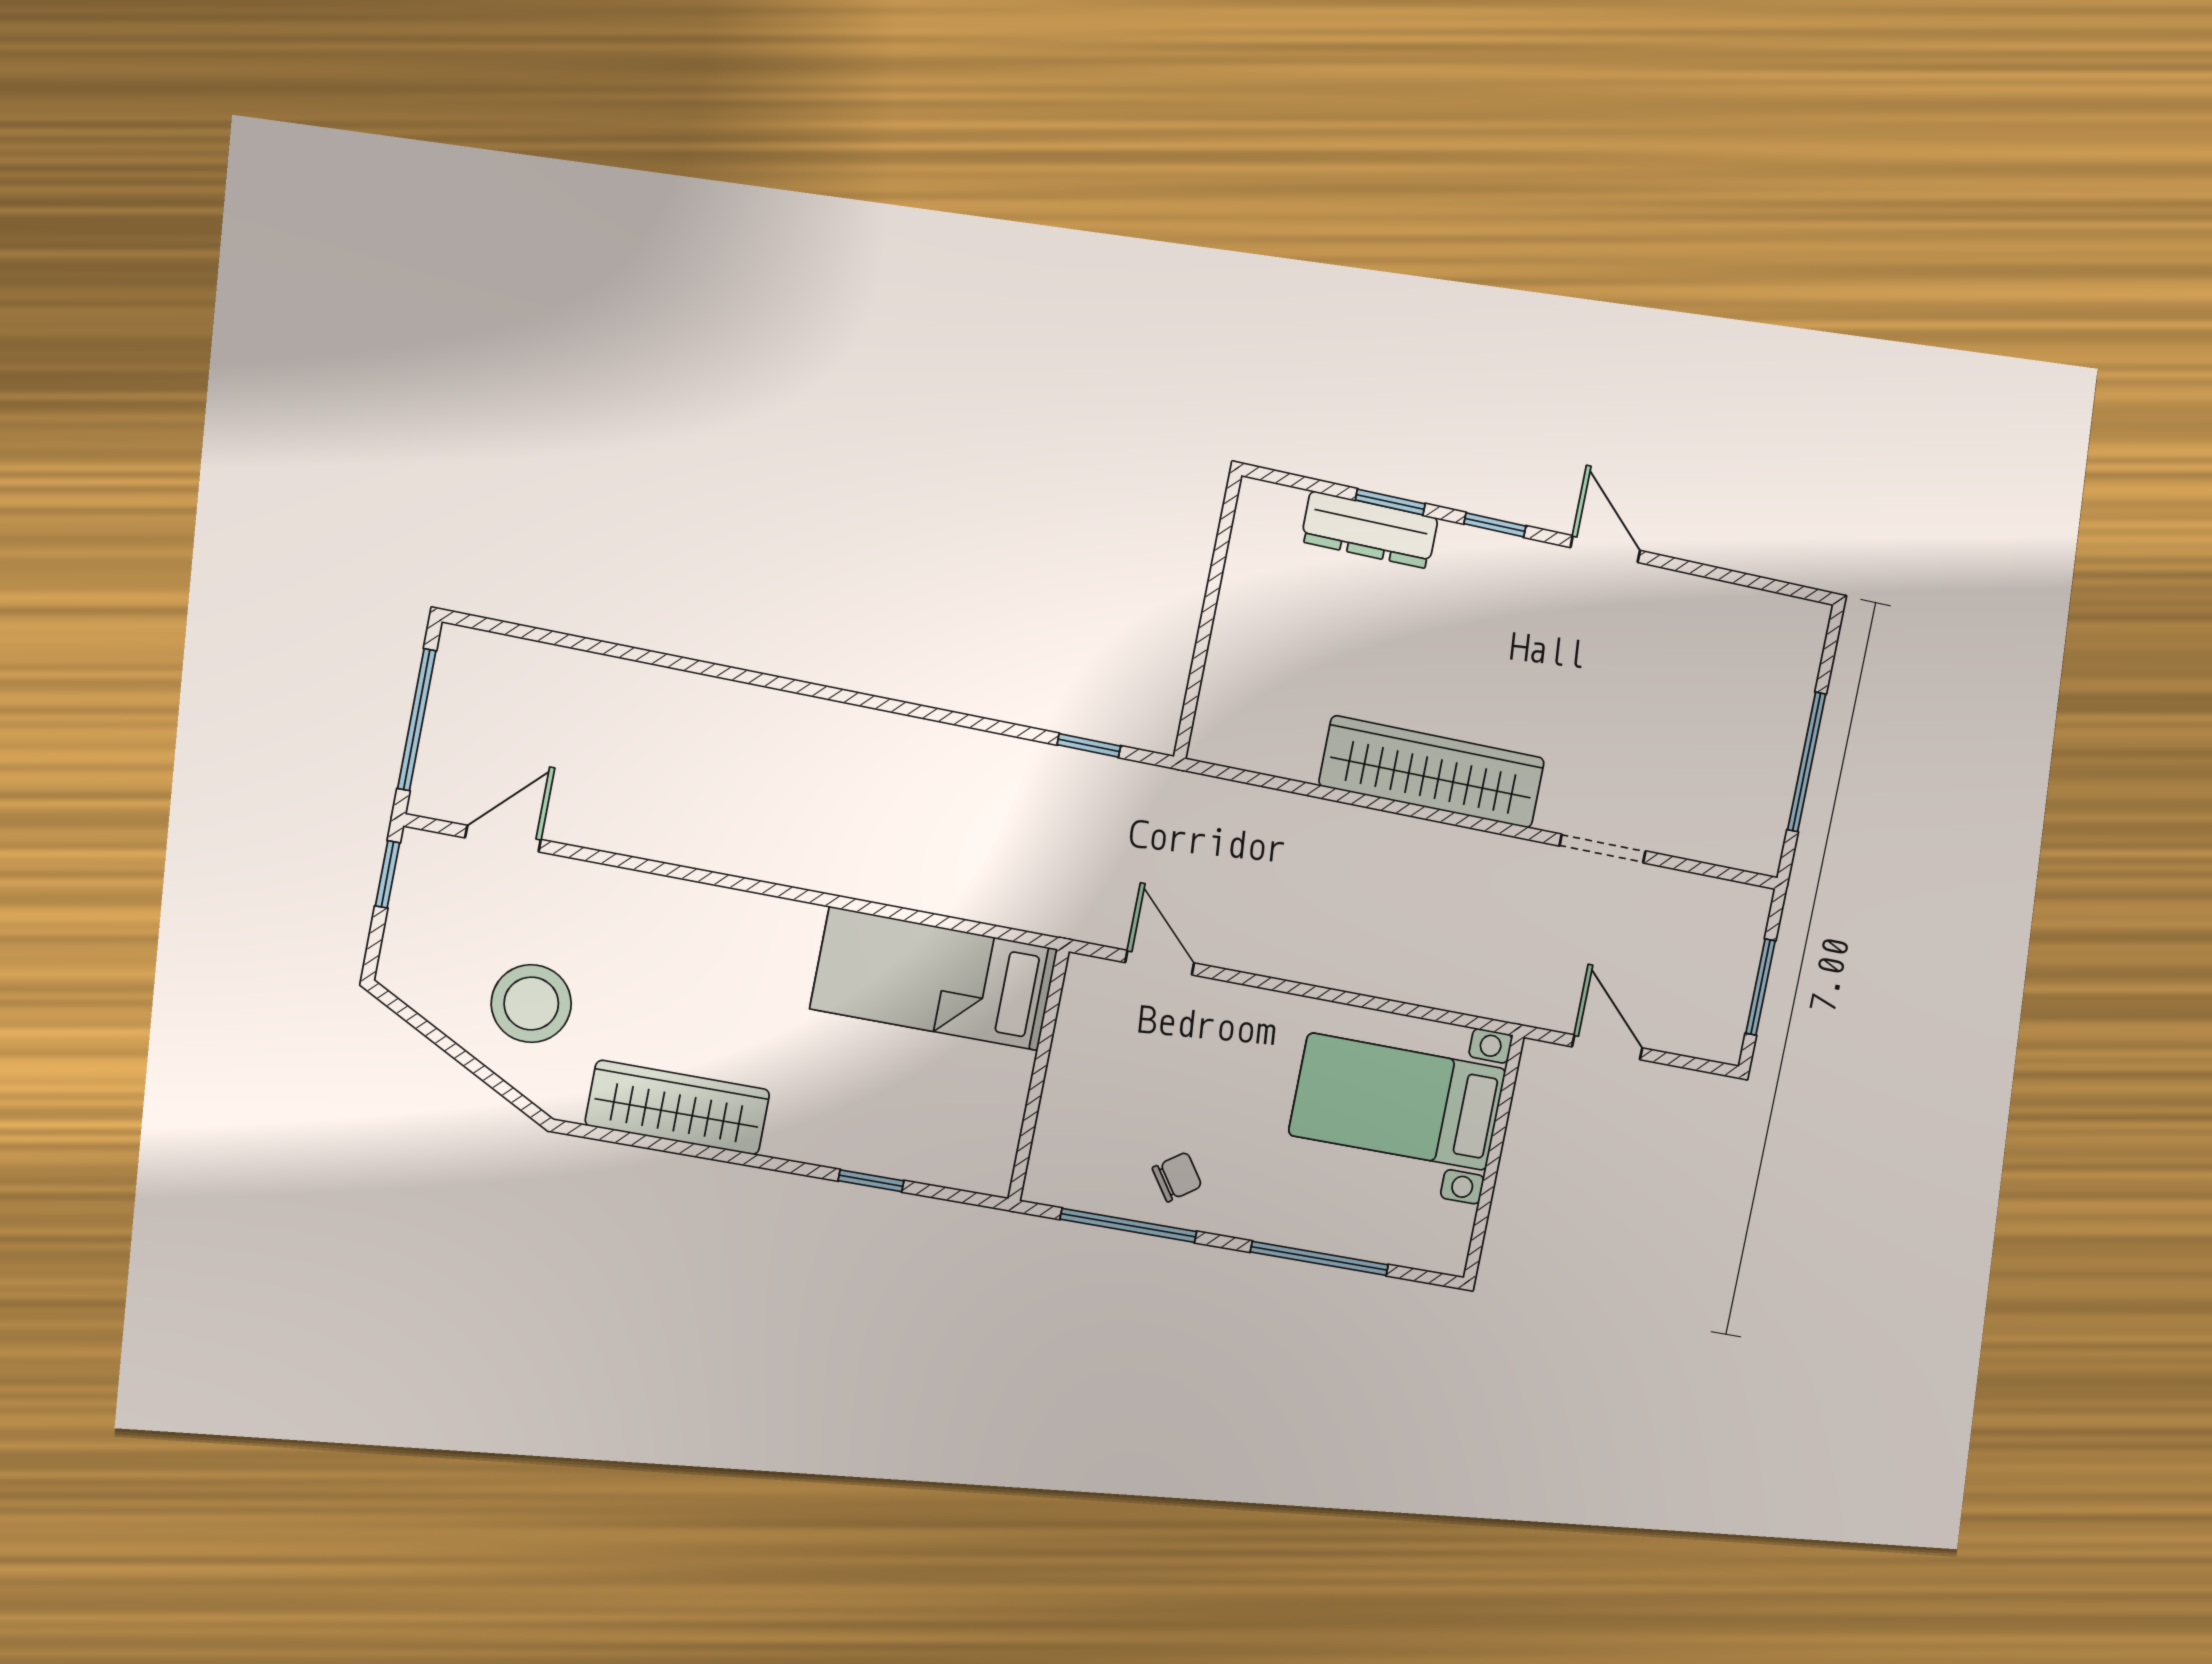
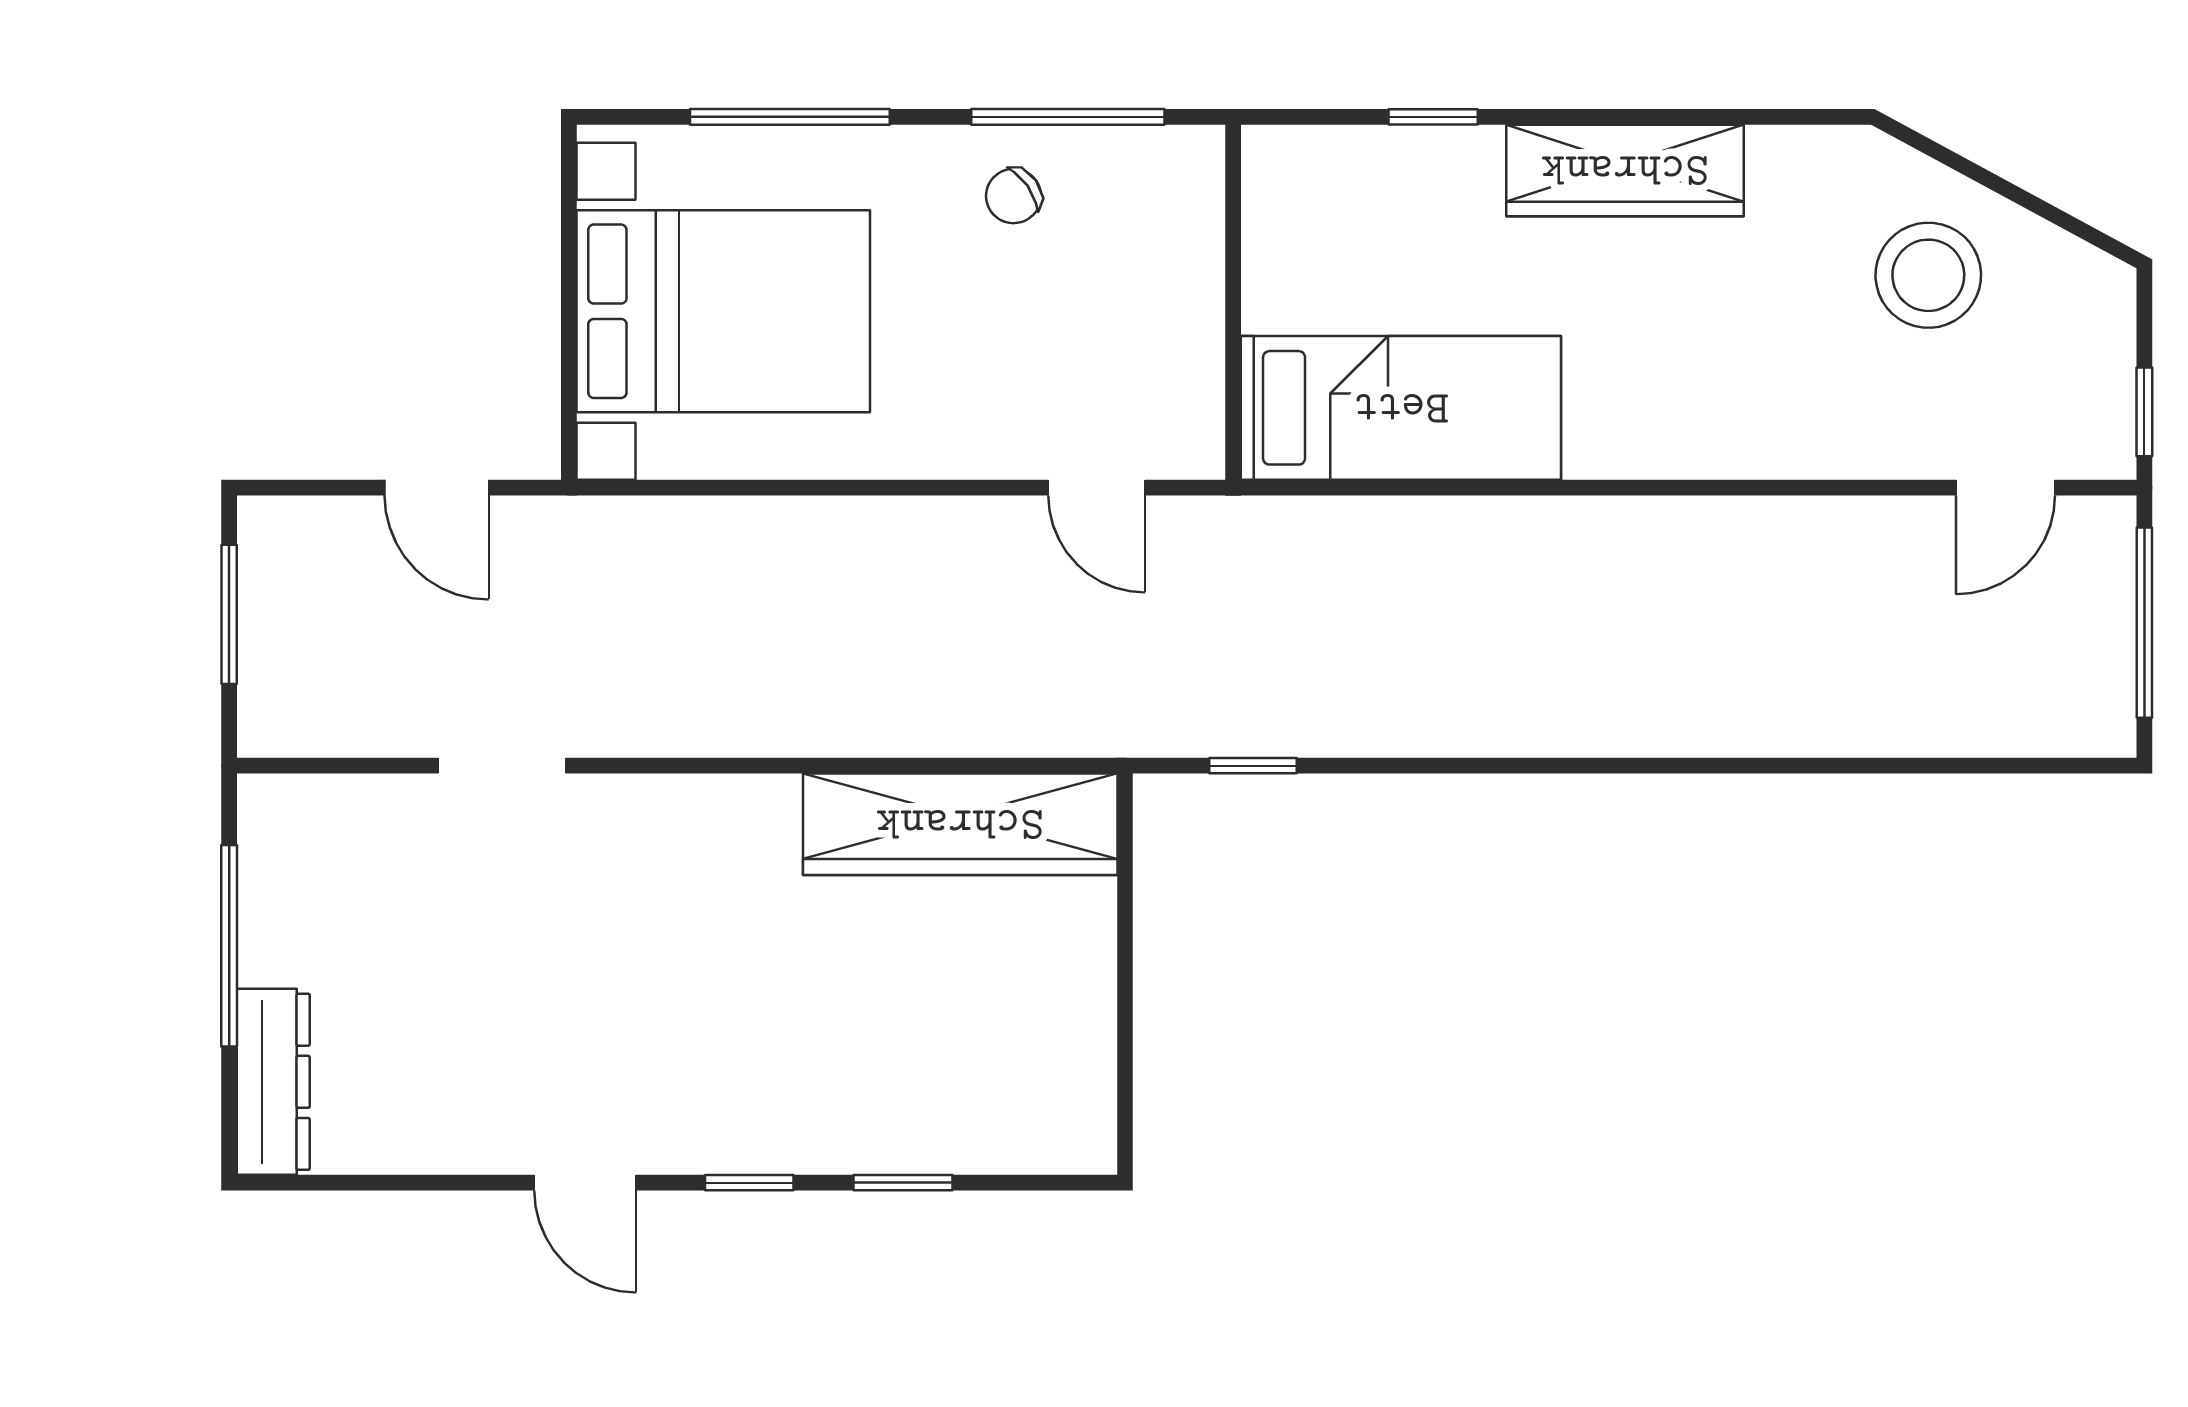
dresser: (1370, 530) -> (273, 1082), moved, turned 90
wardrobe: (1432, 772) -> (960, 824), moved
bed with nightstands: (1398, 1102) -> (723, 311), width x1.36
wardrobe: (678, 1108) -> (1625, 170), moved

